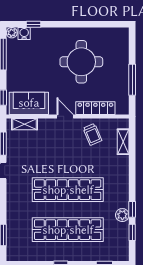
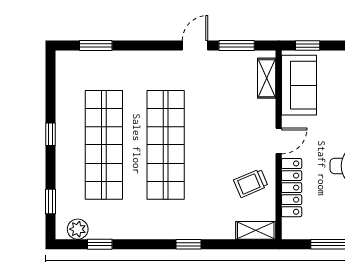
shelving: (123, 142) -> (256, 230), moved
window: (132, 209) -> (189, 244), moved
plant: (122, 215) -> (78, 229), moved

